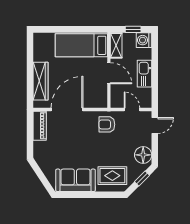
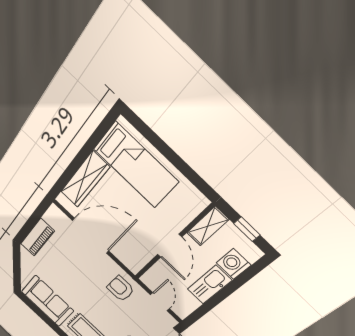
washing machine: (144, 40) -> (234, 264), moved
bed: (81, 45) -> (136, 165), moved, turned 180
piano: (40, 126) -> (37, 237), moved

